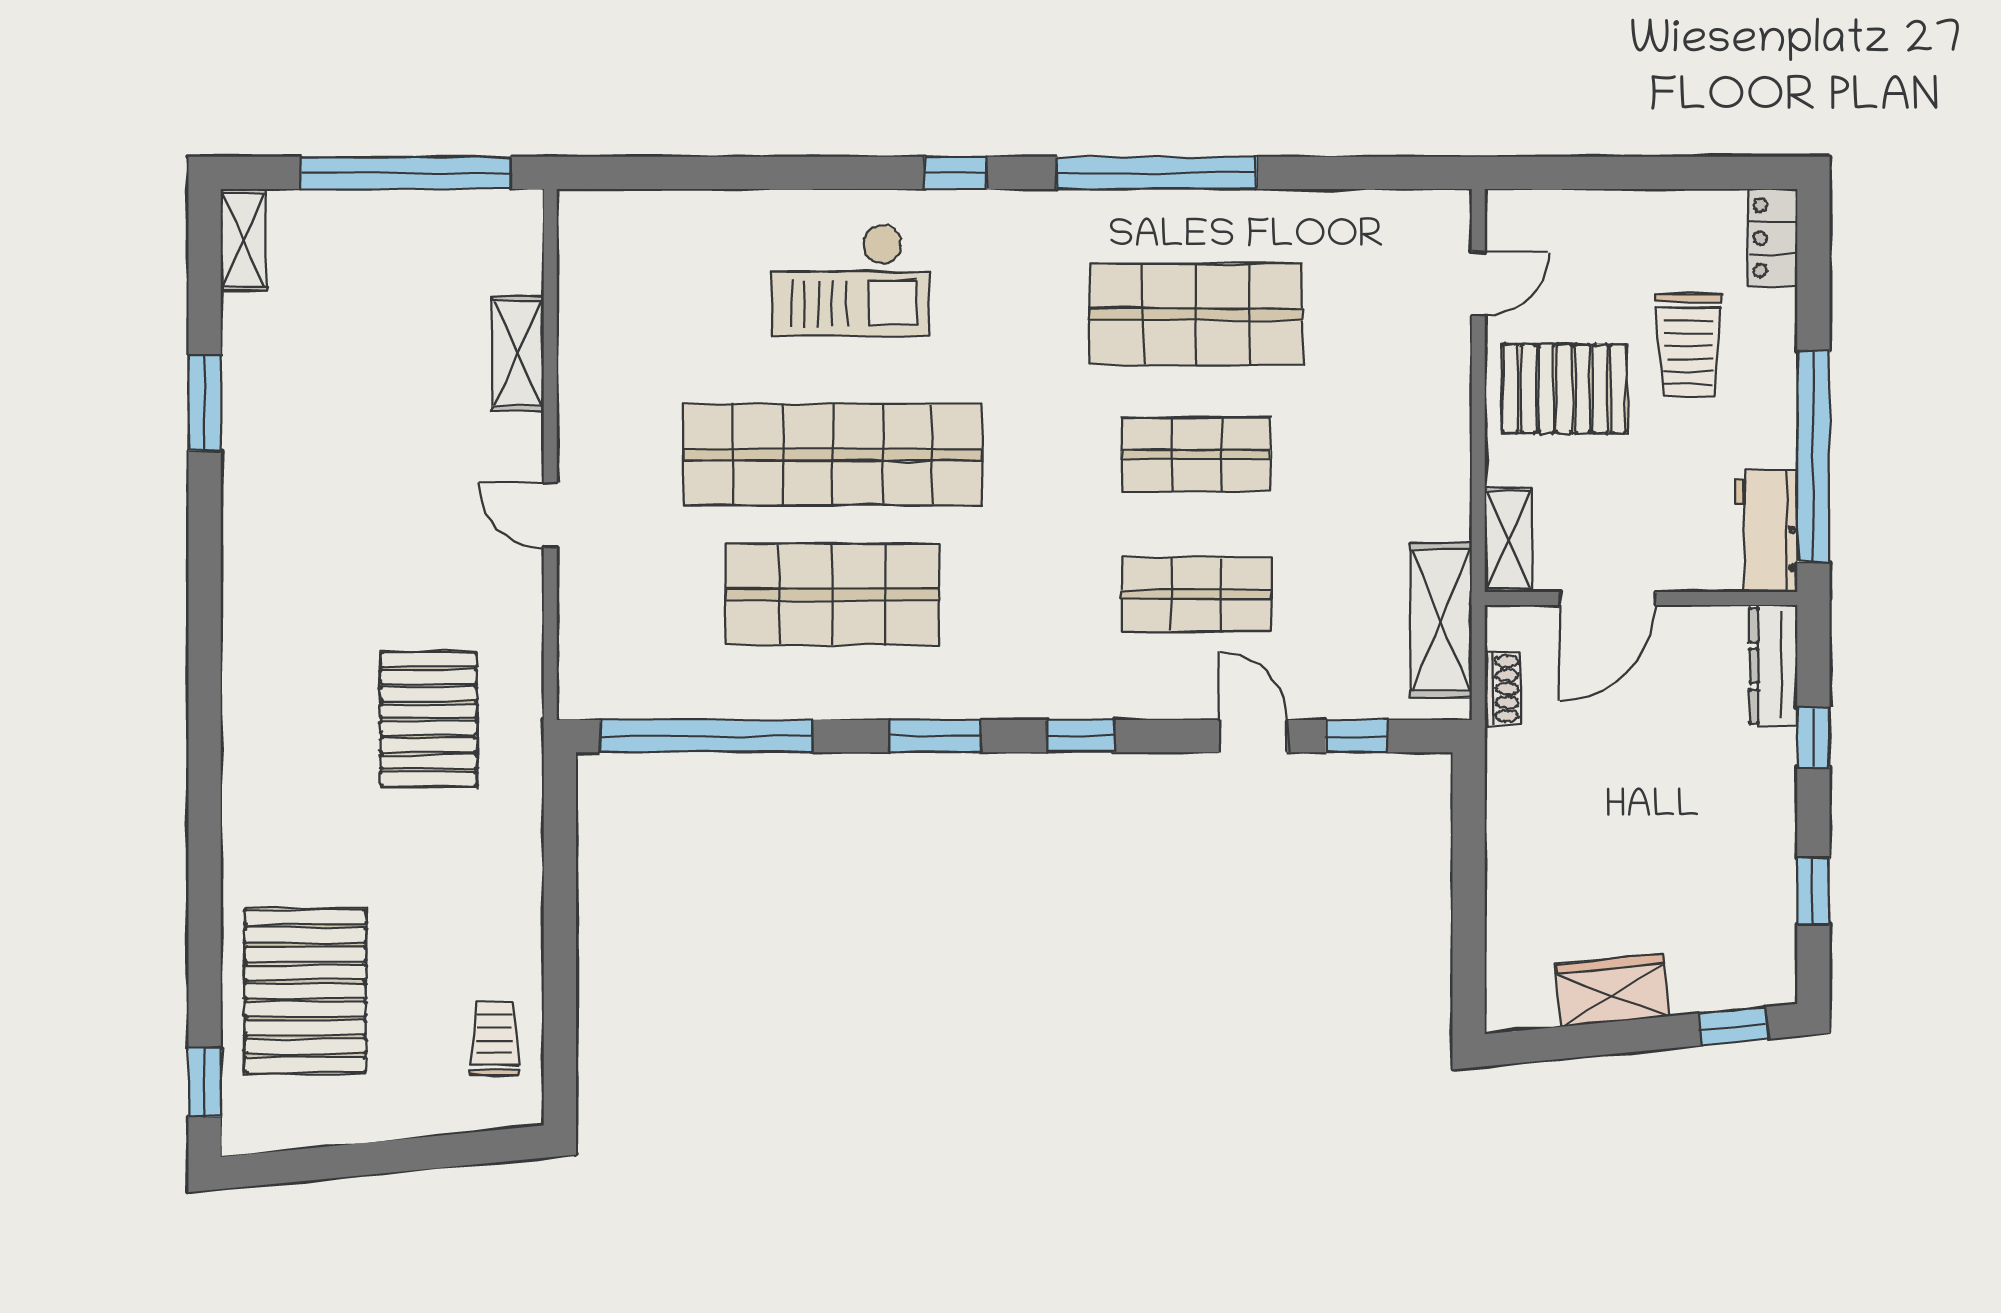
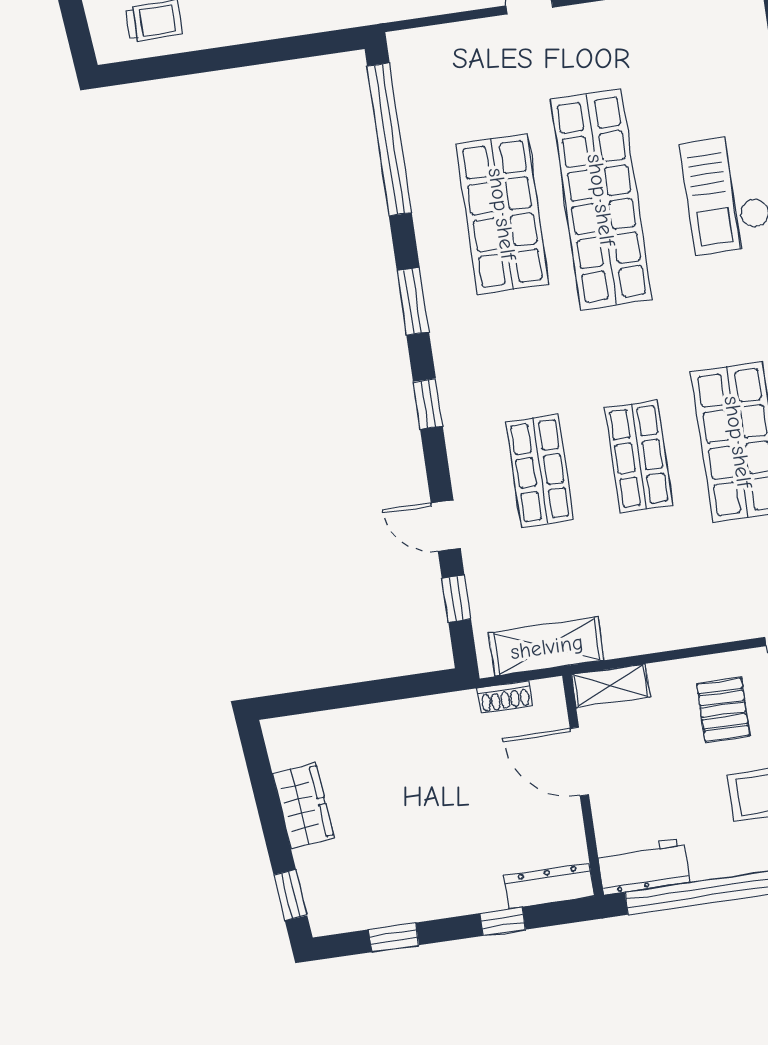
pallet: (1564, 389) -> (723, 710), width x0.67, depth x0.71
door: (1253, 736) -> (446, 526), swing flipped

